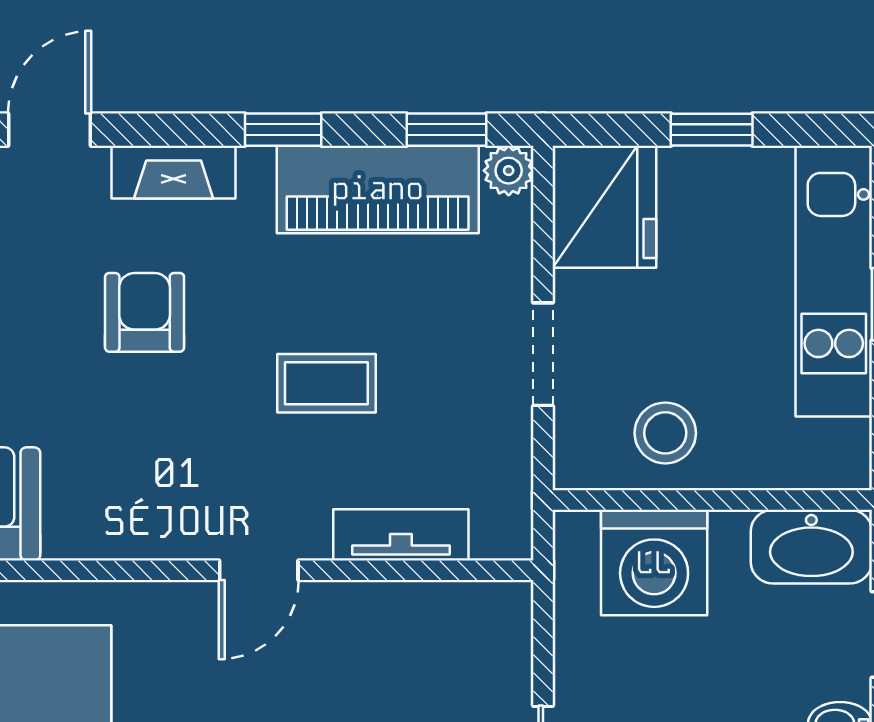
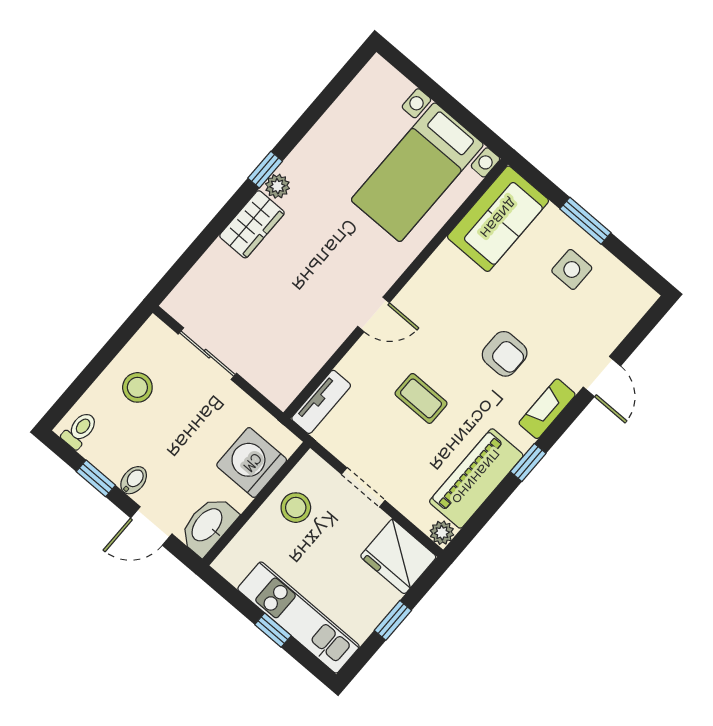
window: (446, 130) -> (477, 523), removed
coffee table: (326, 383) -> (421, 398), turned 90
tv unit: (401, 535) -> (321, 402), moved
door: (259, 570) -> (374, 314), swing flipped

